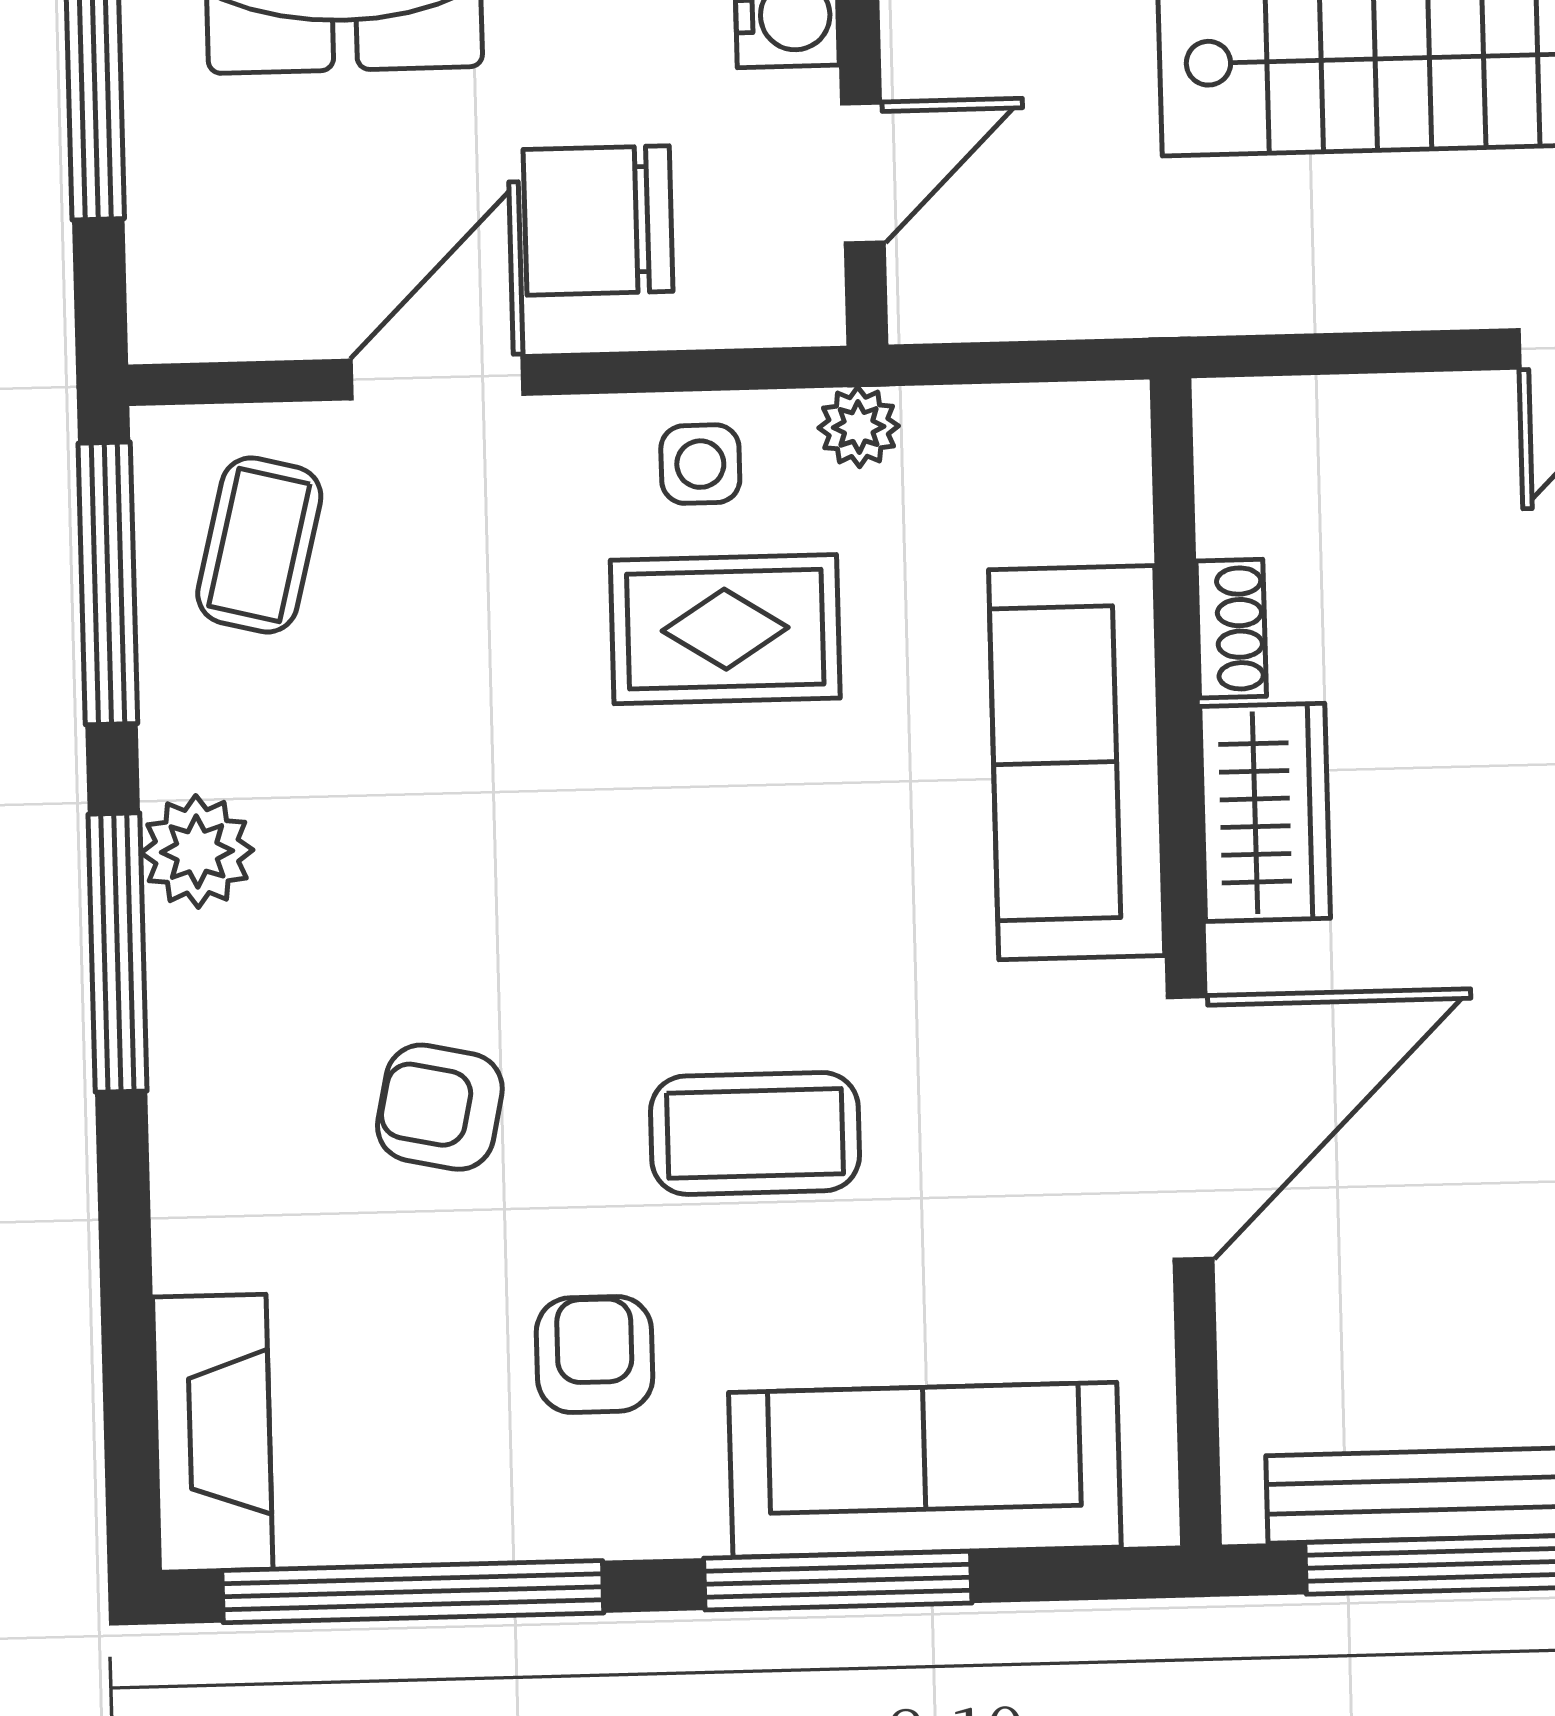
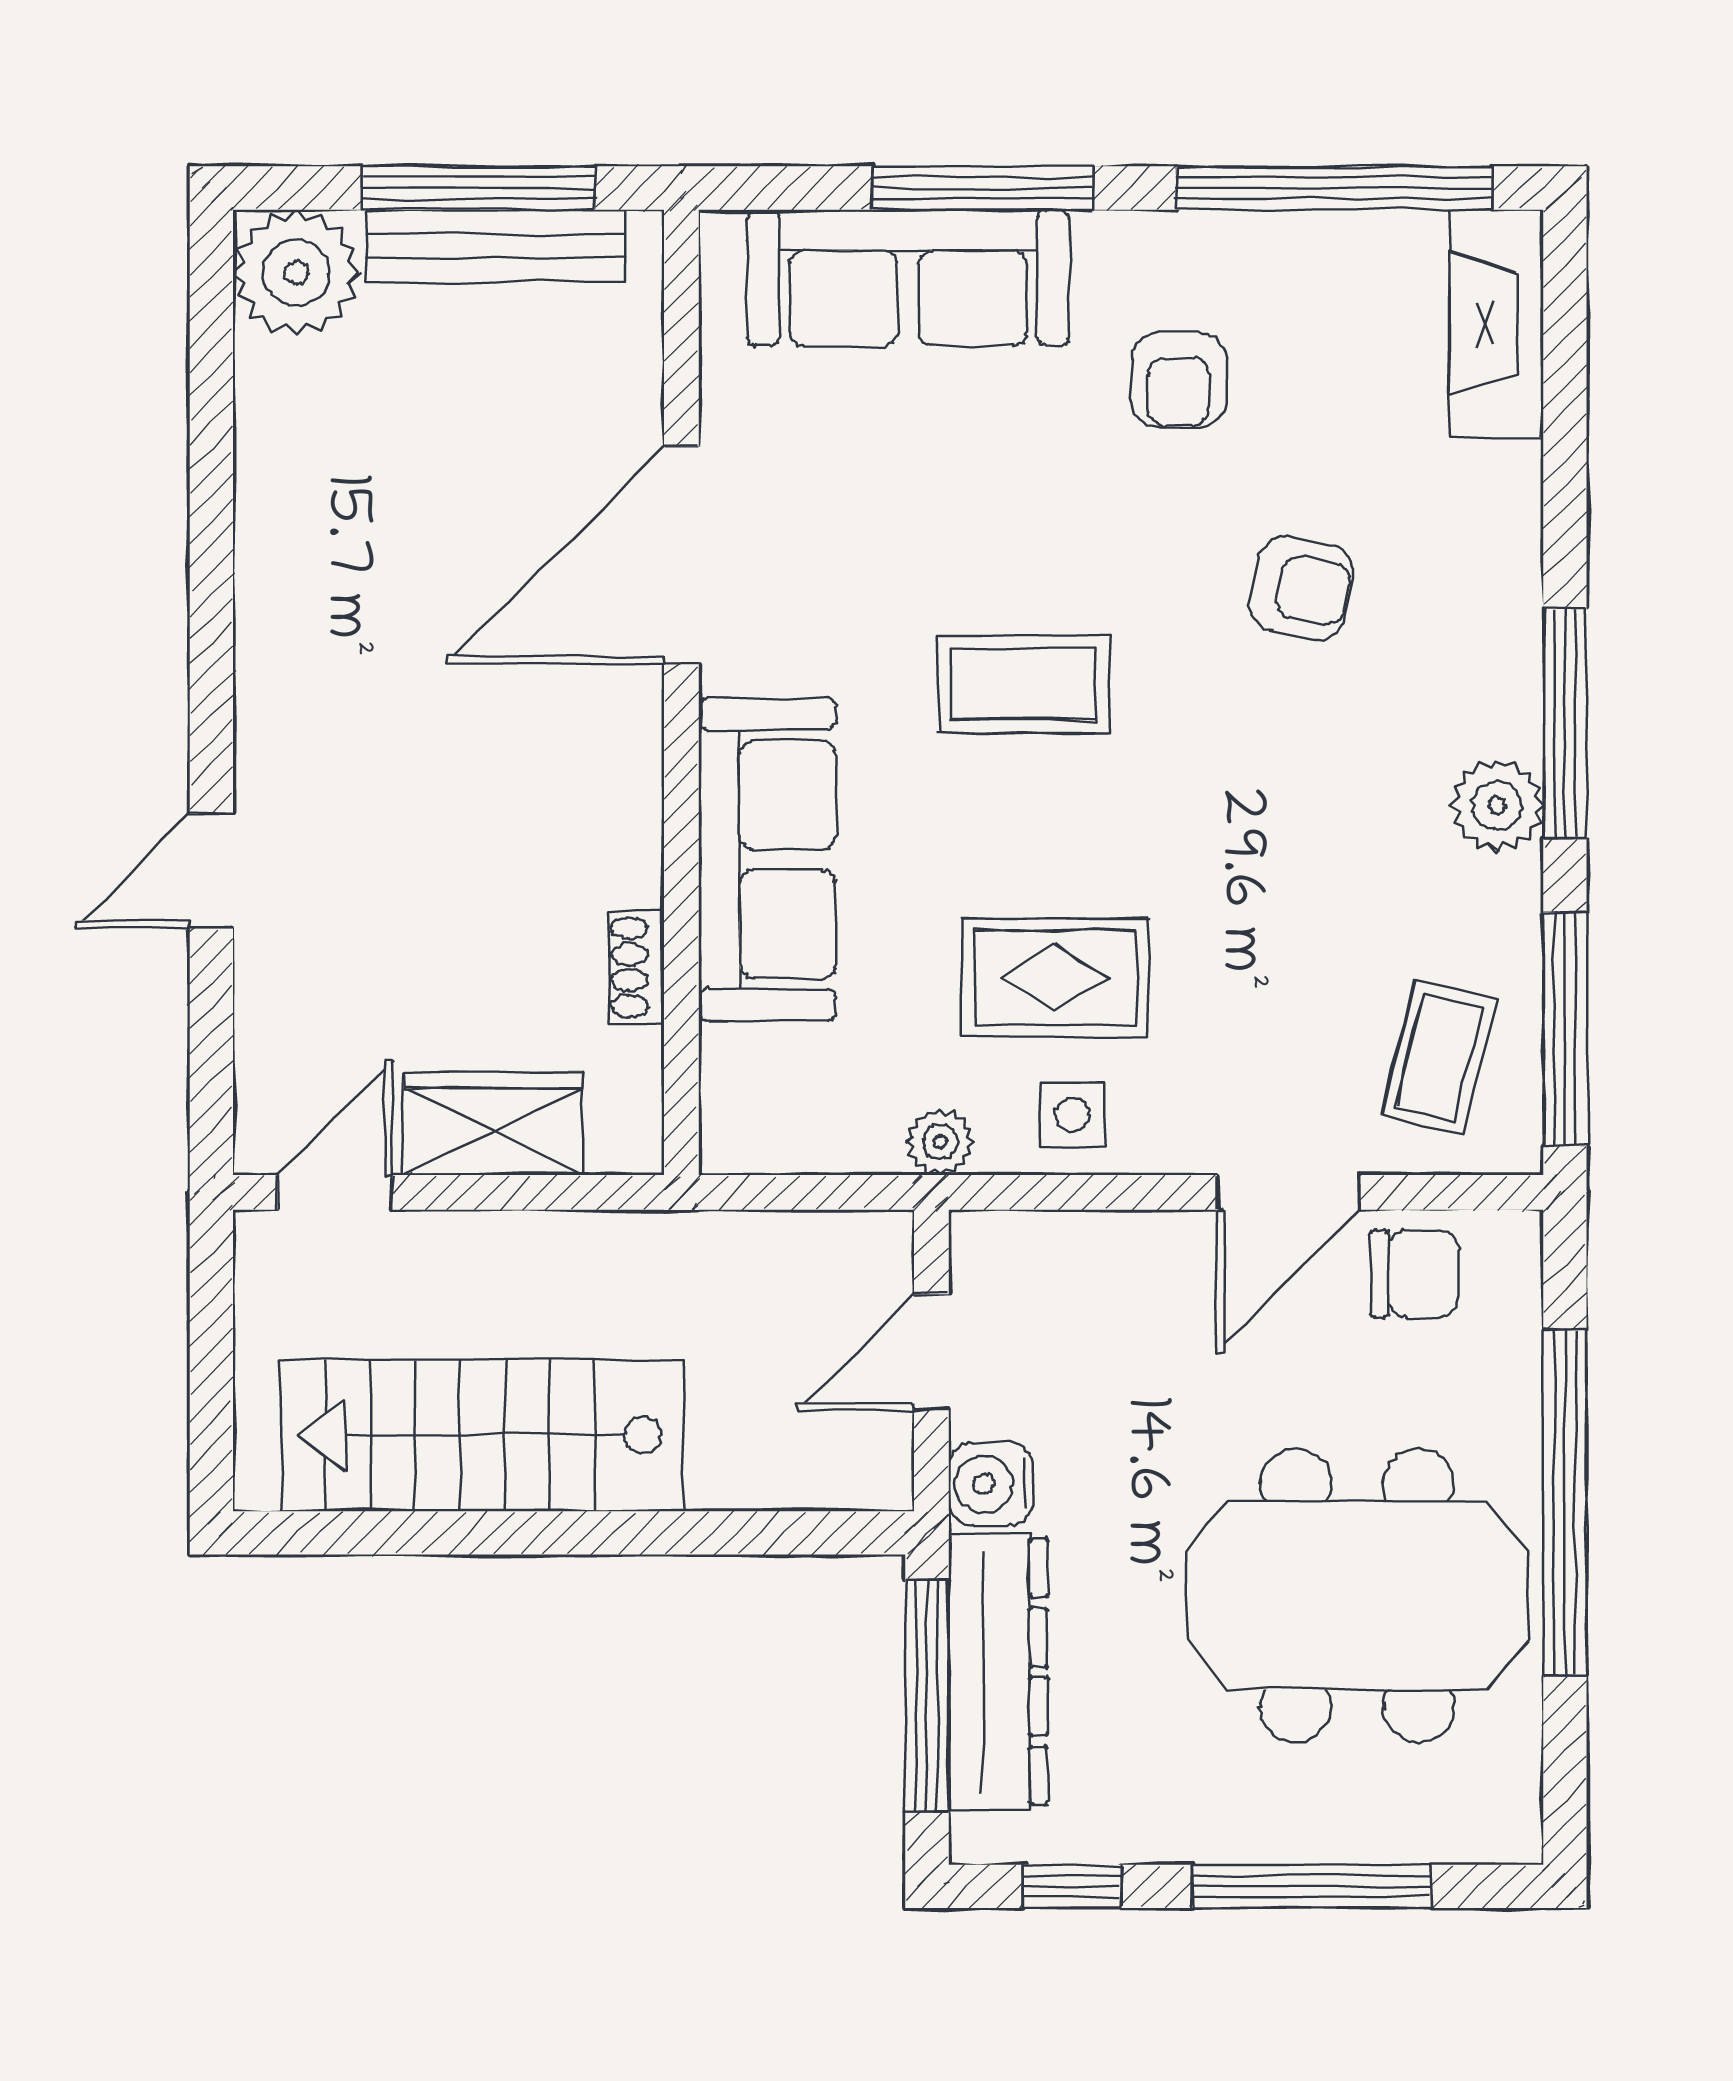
chair: (598, 220) -> (1415, 1274), moved, width x0.73, depth x0.73
wardrobe: (1265, 812) -> (493, 1123), moved, turned 90
coffee table: (755, 1133) -> (1023, 684), moved

